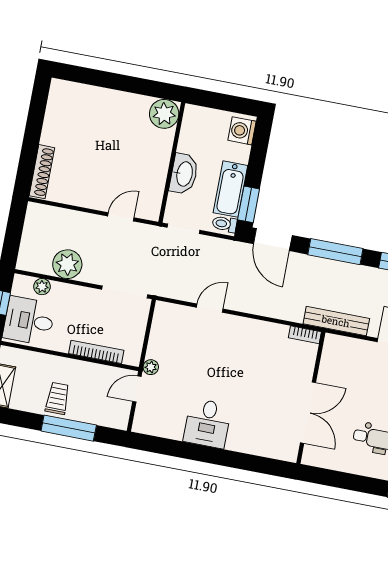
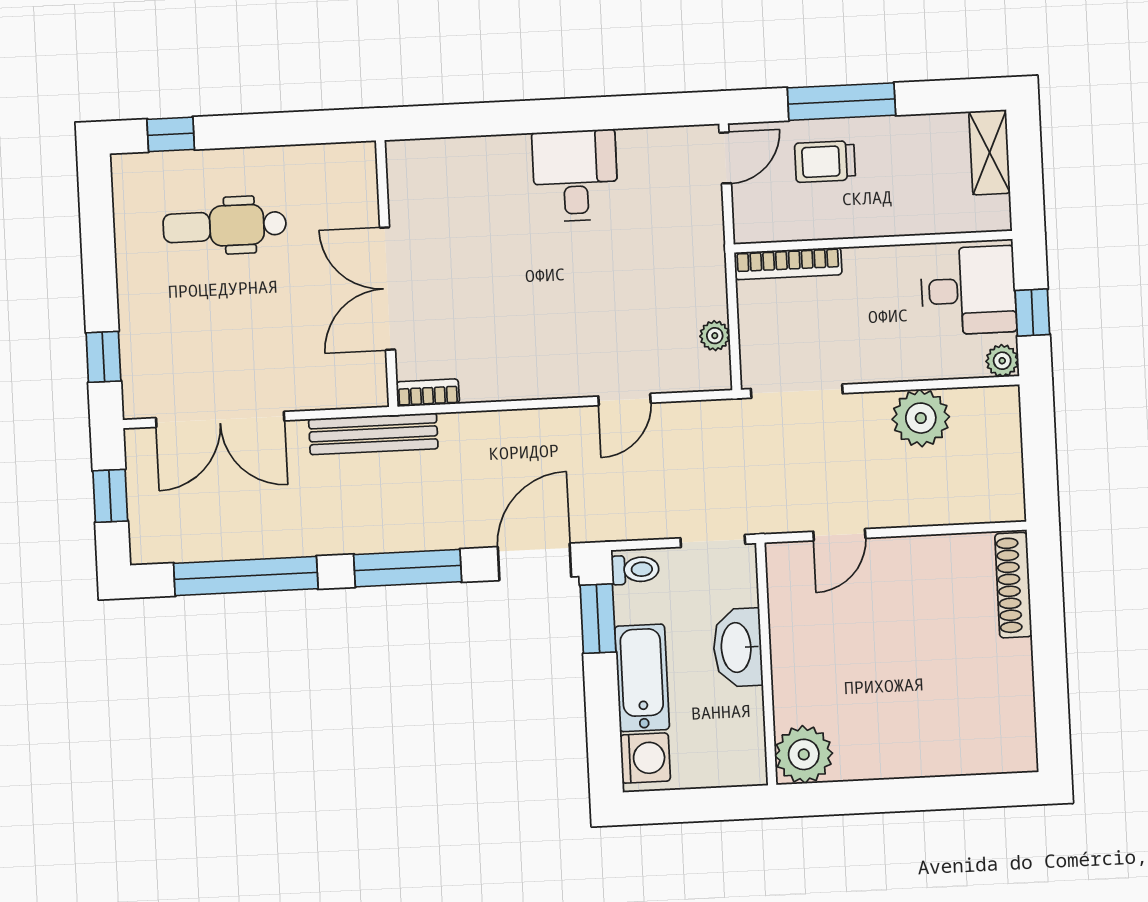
bathtub: (230, 189) -> (642, 678), moved
door: (273, 240) -> (534, 562), hinge flipped
plant: (42, 287) -> (1002, 361), moved
bookcase: (96, 352) -> (788, 264), moved
plant: (151, 367) -> (715, 336), moved
door: (137, 389) -> (725, 158), moved
trolley: (57, 398) -> (825, 162), moved, turned 90
double door: (308, 413) -> (388, 289), moved

